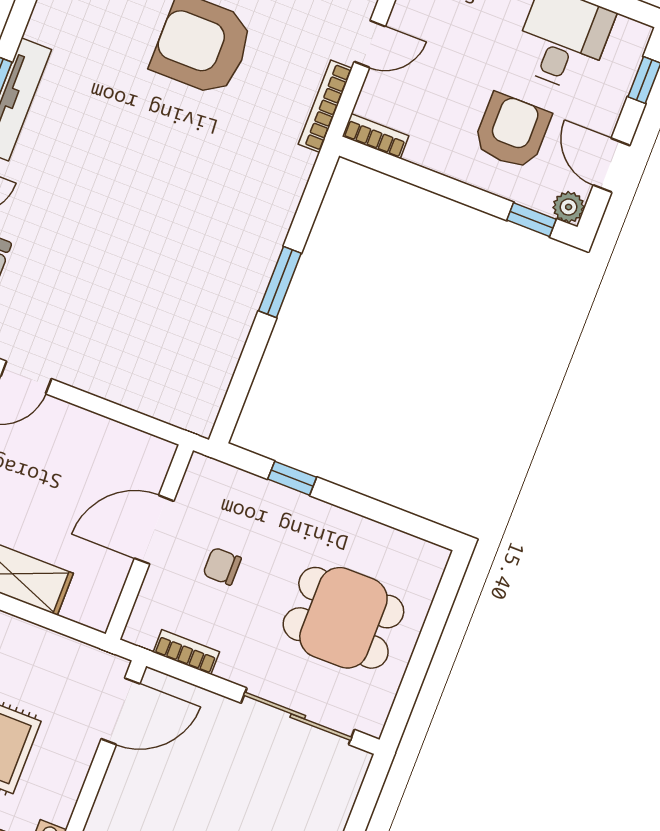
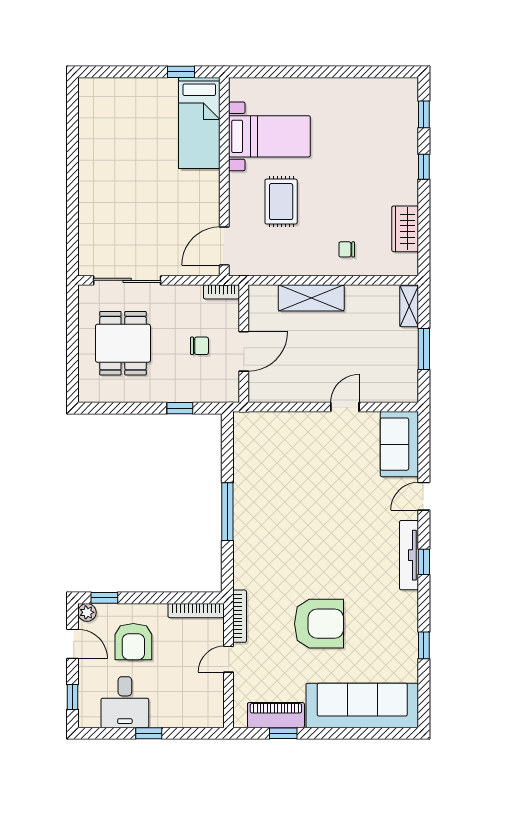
bookcase: (376, 136) -> (196, 611), width x1.56
window: (280, 282) -> (227, 512), width x1.44
dining table: (343, 618) -> (123, 343), turned 90
bookcase: (186, 652) -> (222, 292), moved

